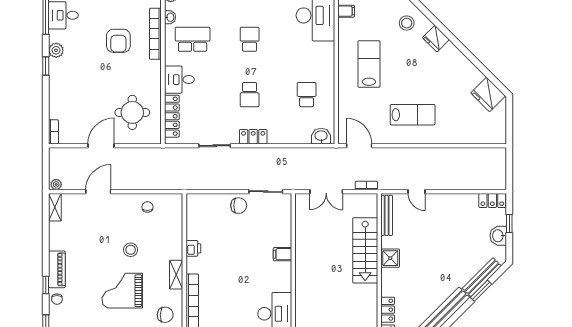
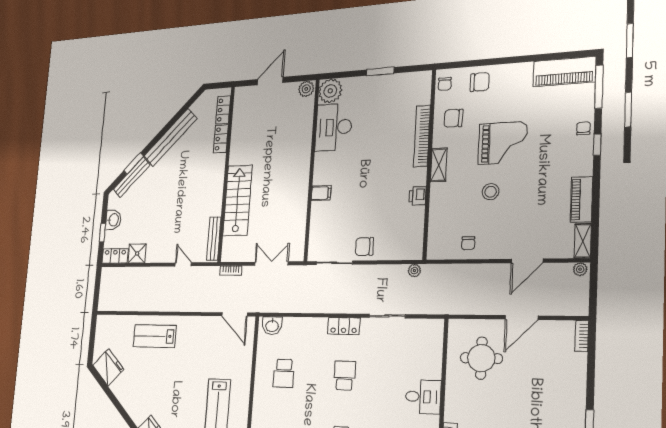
lab bench: (413, 115) -> (155, 336), moved
locker: (172, 116) -> (434, 352), removed
plant: (193, 184) -> (414, 271), added
shower: (390, 258) -> (137, 253), moved
piano: (57, 269) -> (581, 199), moved

